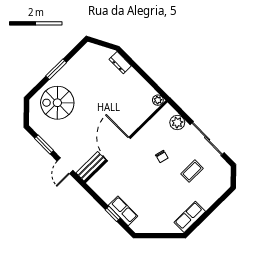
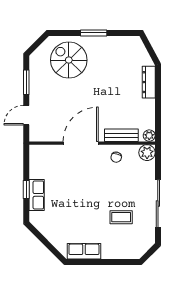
dresser: (120, 63) -> (149, 82), width x1.44
plant: (177, 123) -> (147, 153), moved
chair: (162, 156) -> (116, 157), moved
bench: (91, 166) -> (121, 135), moved

